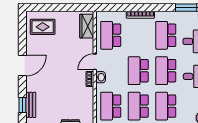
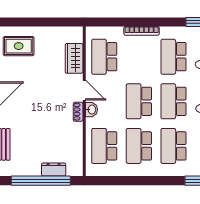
wardrobe: (87, 26) -> (74, 58), moved
door: (95, 62) -> (84, 90), swing flipped

